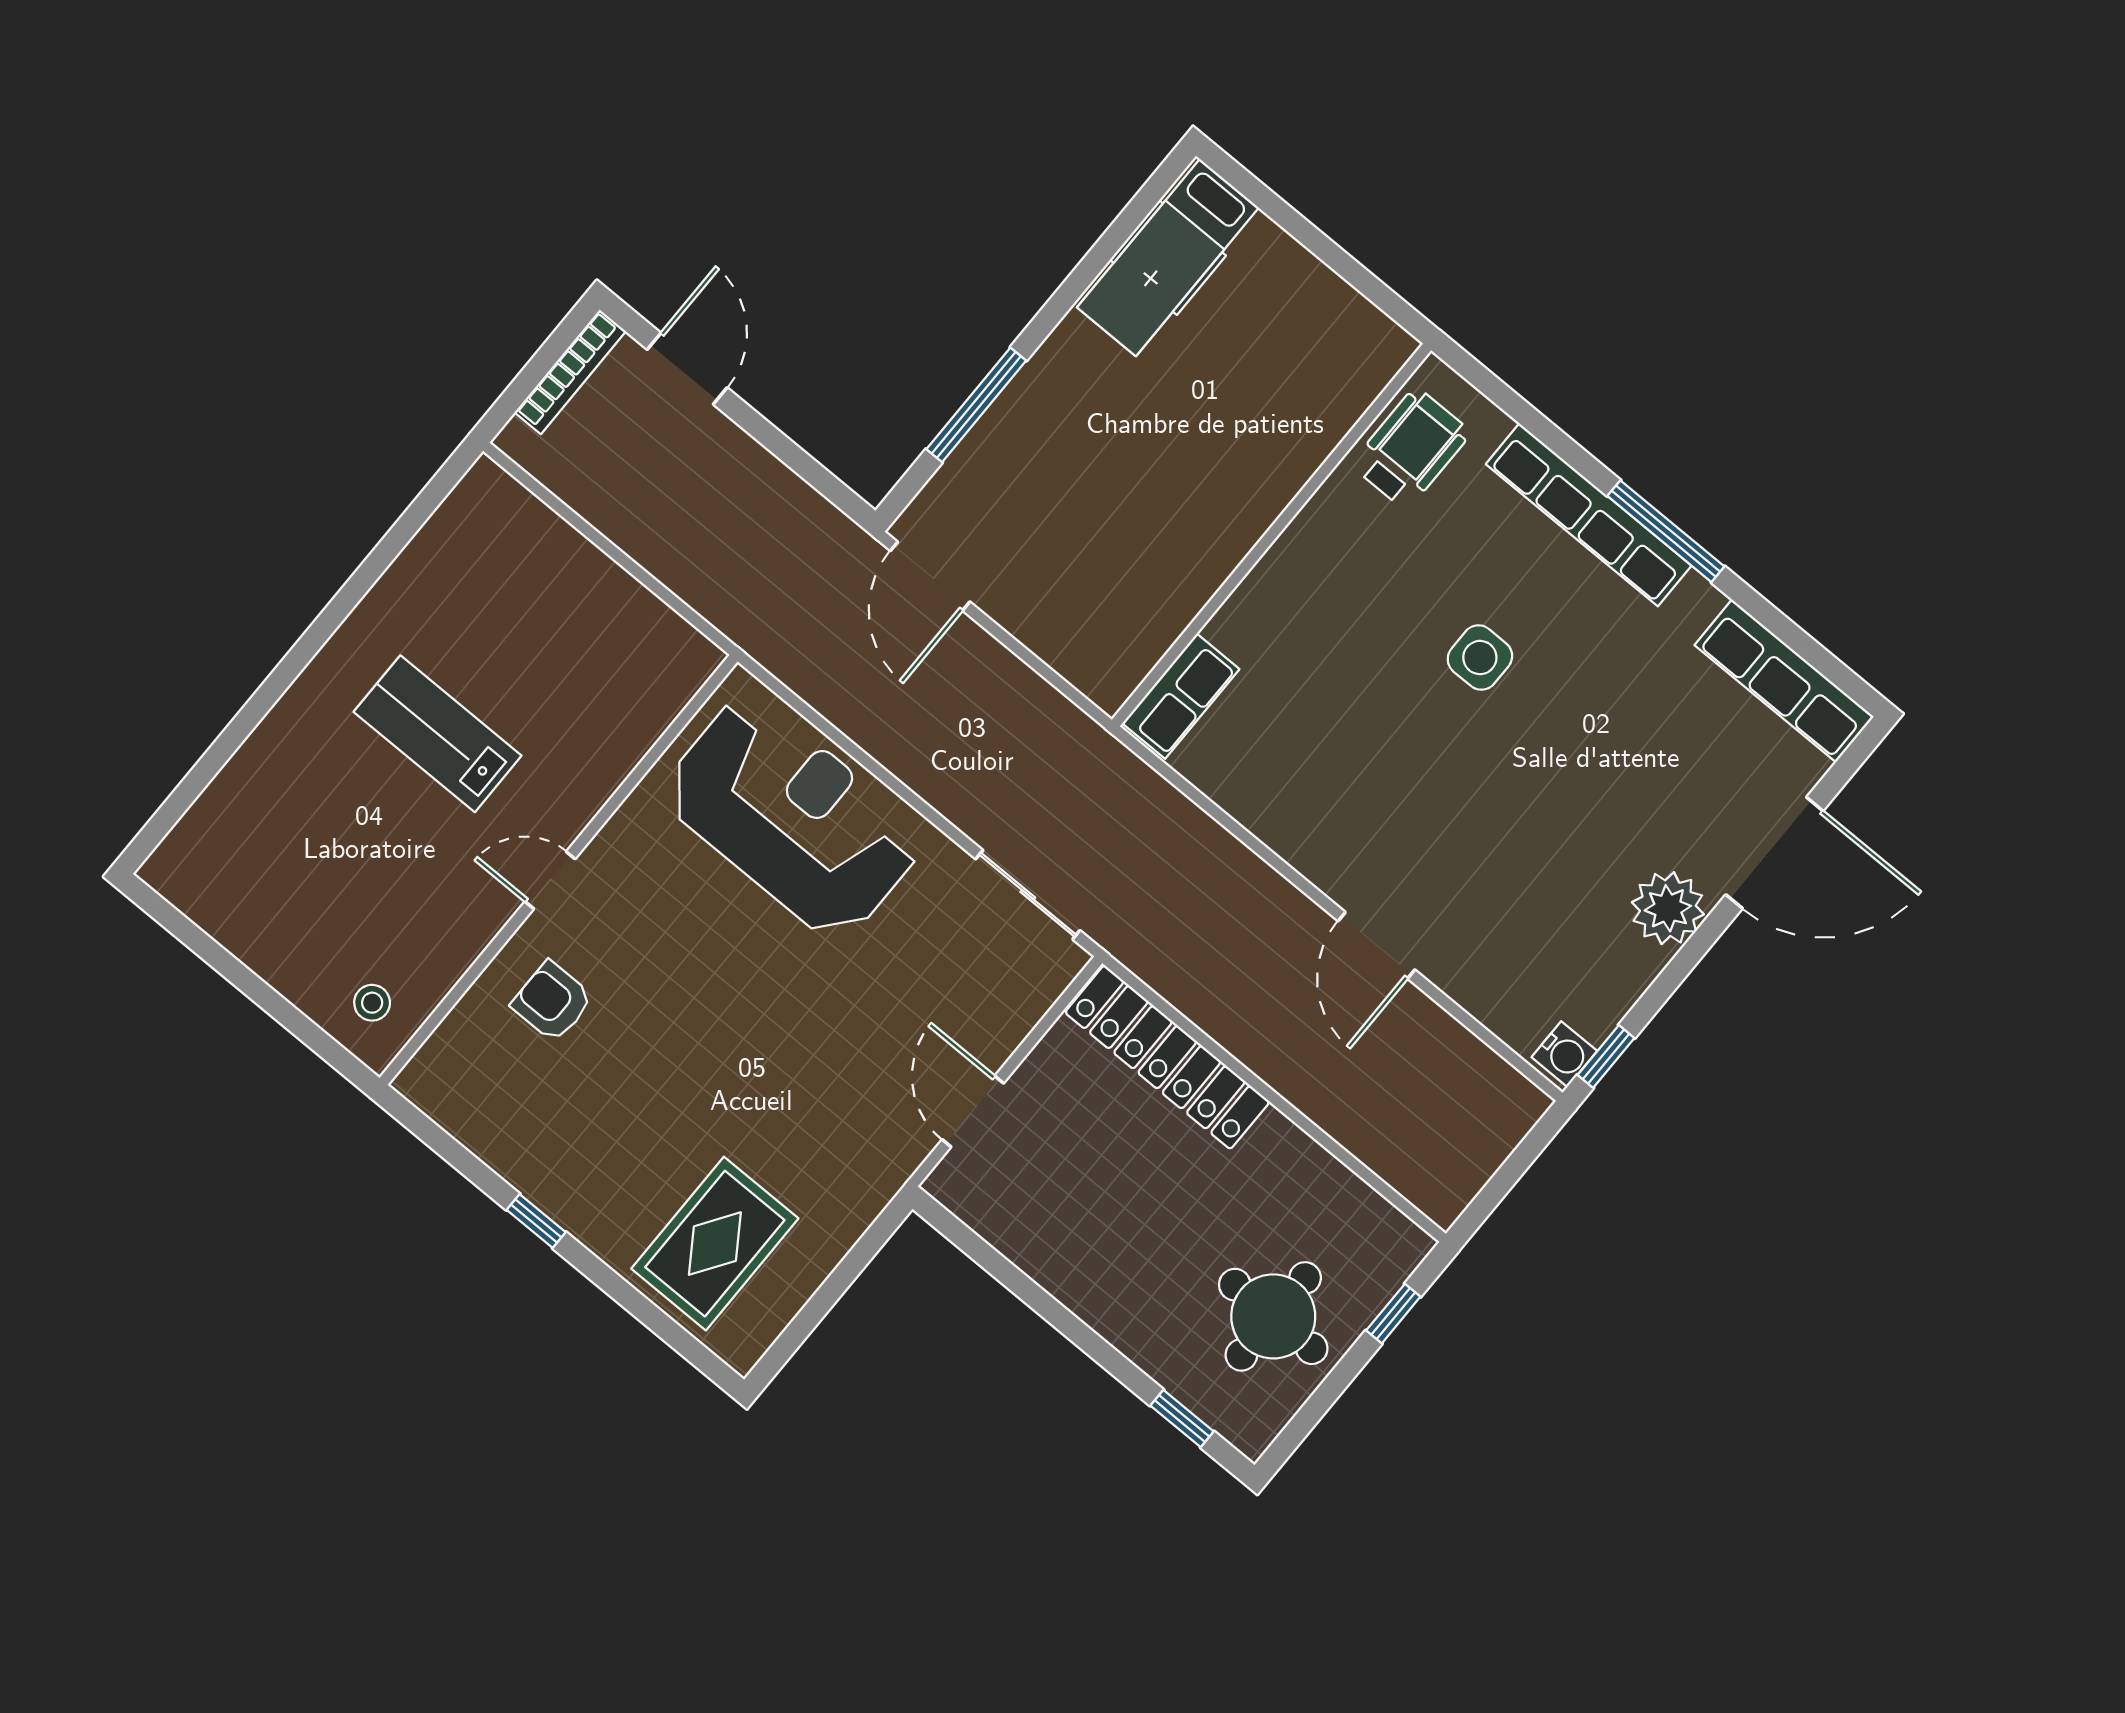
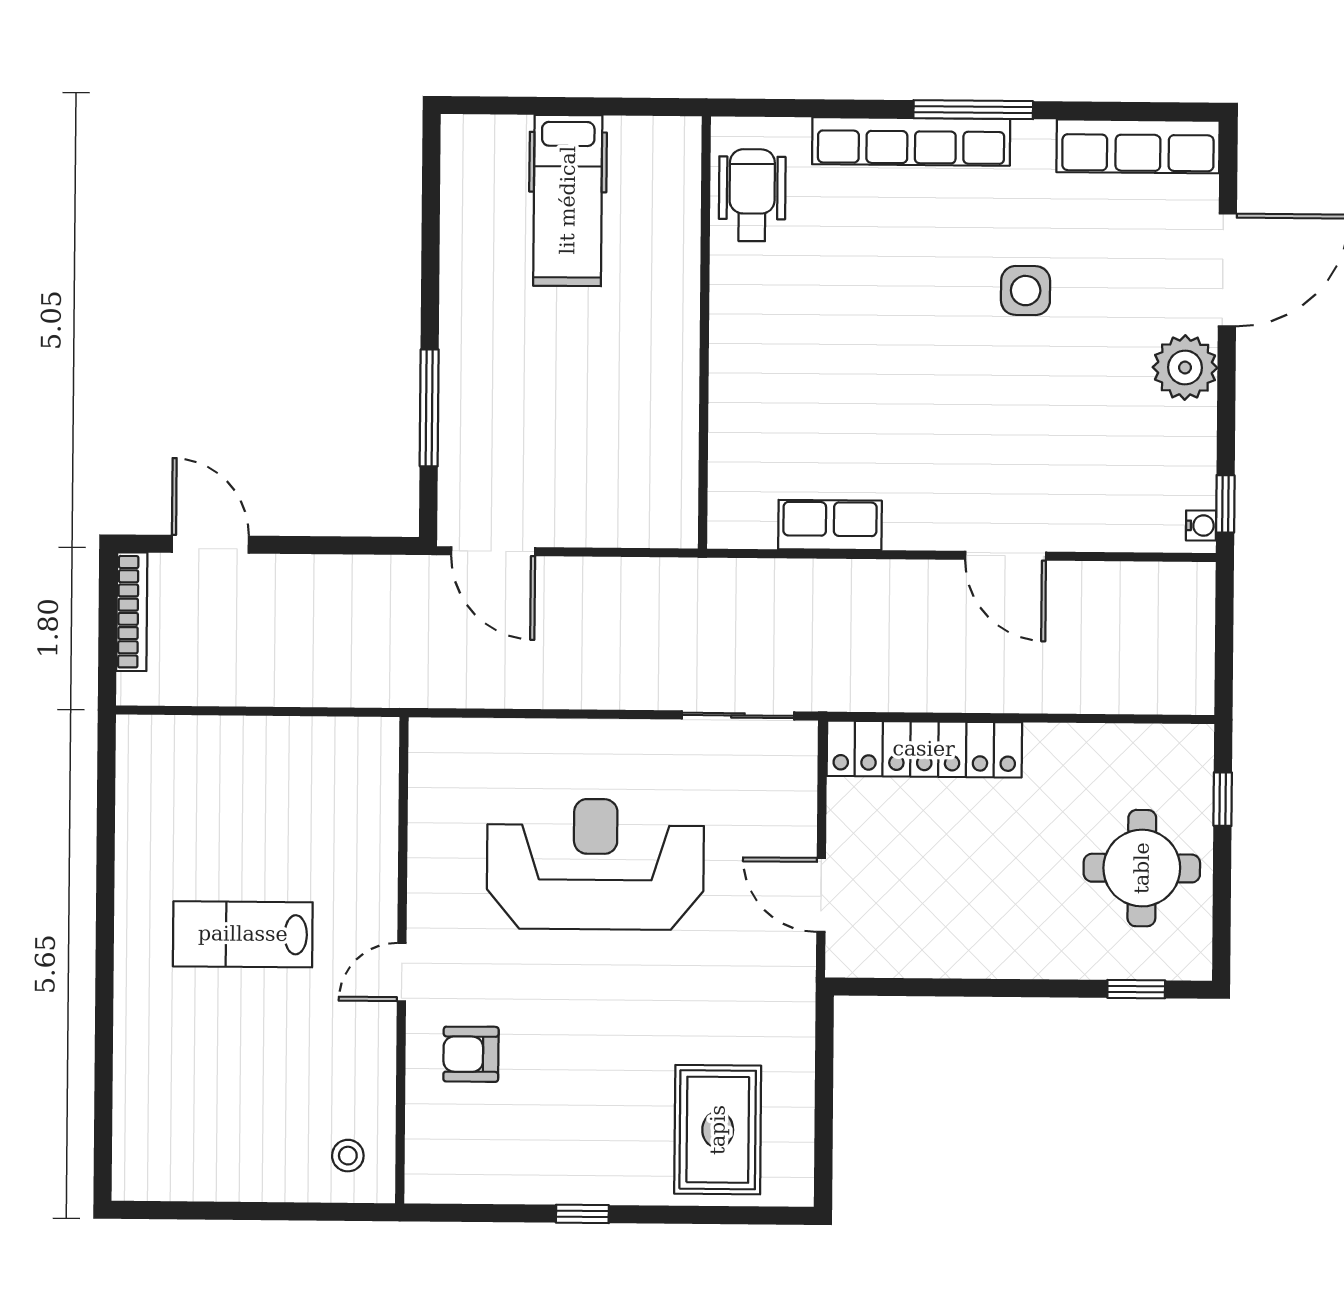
hospital bed: (1168, 258) -> (568, 200), moved
side table: (1480, 658) -> (1026, 291), moved
row of seats: (1181, 696) -> (830, 525), moved, turned -90
reception desk: (792, 817) -> (595, 864), moved
water cooler: (1564, 1054) -> (1201, 526), width x0.72, depth x0.72

